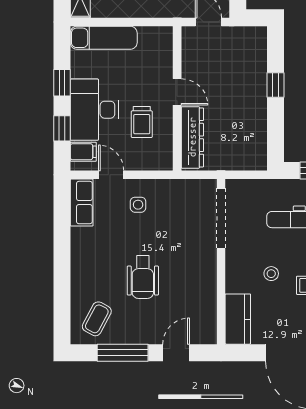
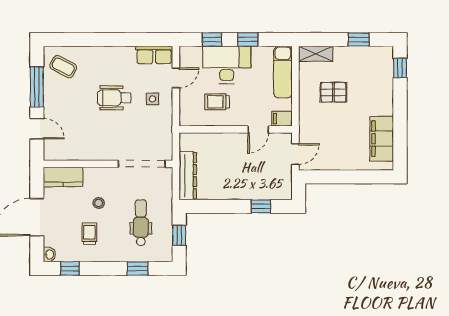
window: (275, 85) -> (261, 206), moved
door: (177, 92) -> (258, 129), moved
dresser: (192, 137) -> (188, 176), moved, turned -90
filing cabinet: (83, 152) -> (282, 119), moved, turned 90
wheelchair: (143, 277) -> (114, 98), moved

